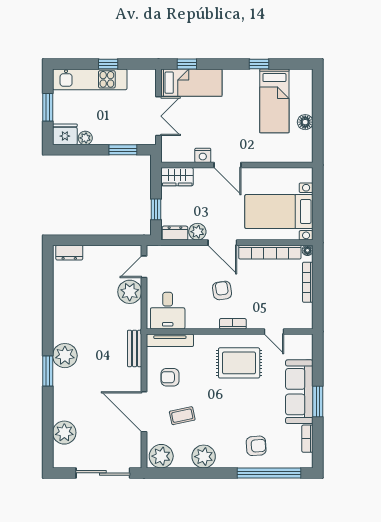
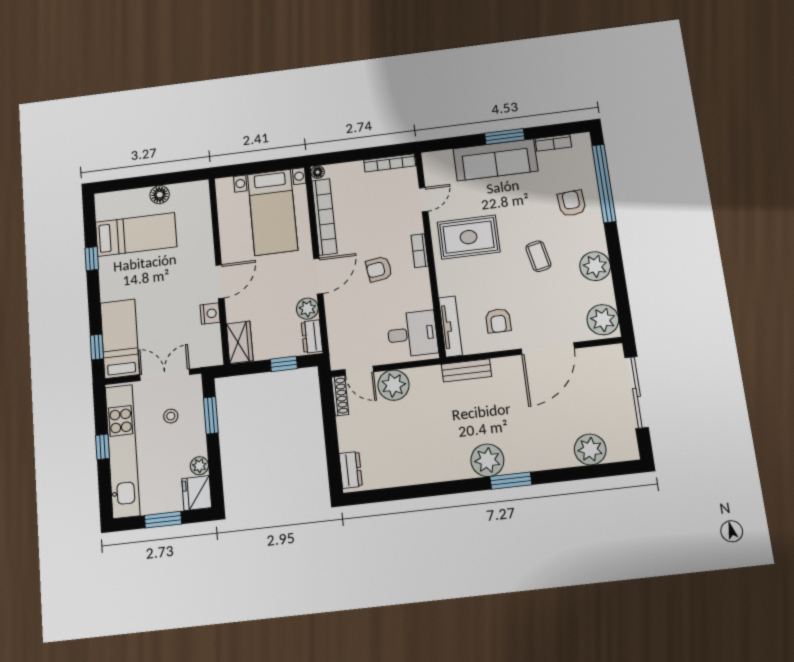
kitchen unit: (90, 79) -> (122, 451), width x1.36
stool: (126, 119) -> (171, 416), added
shoe rack: (126, 250) -> (340, 396), added
bookcase: (308, 282) -> (390, 163), moved
rug: (239, 363) -> (469, 237), turned 90
coffee table: (182, 416) -> (538, 256), moved

